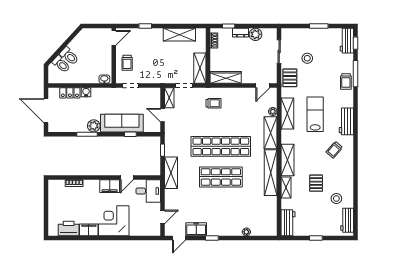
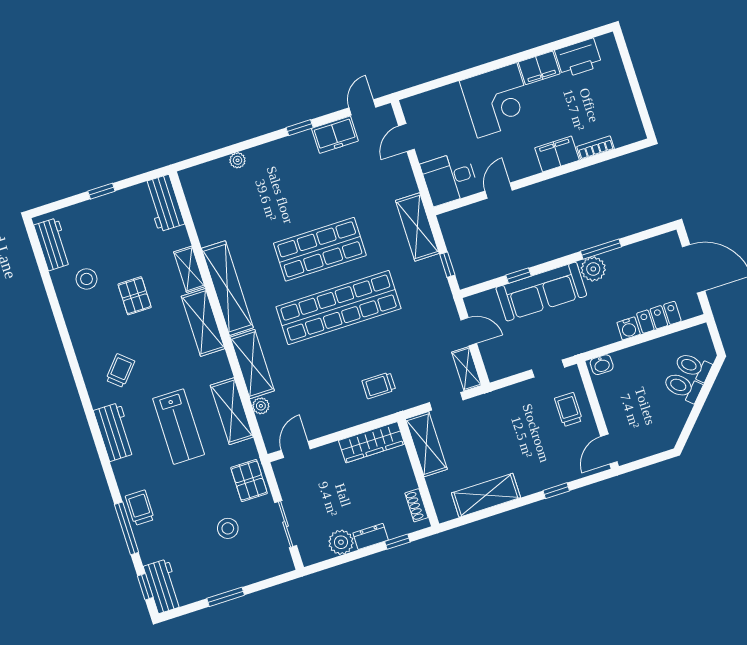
filing cabinet: (110, 186) -> (557, 154), moved

